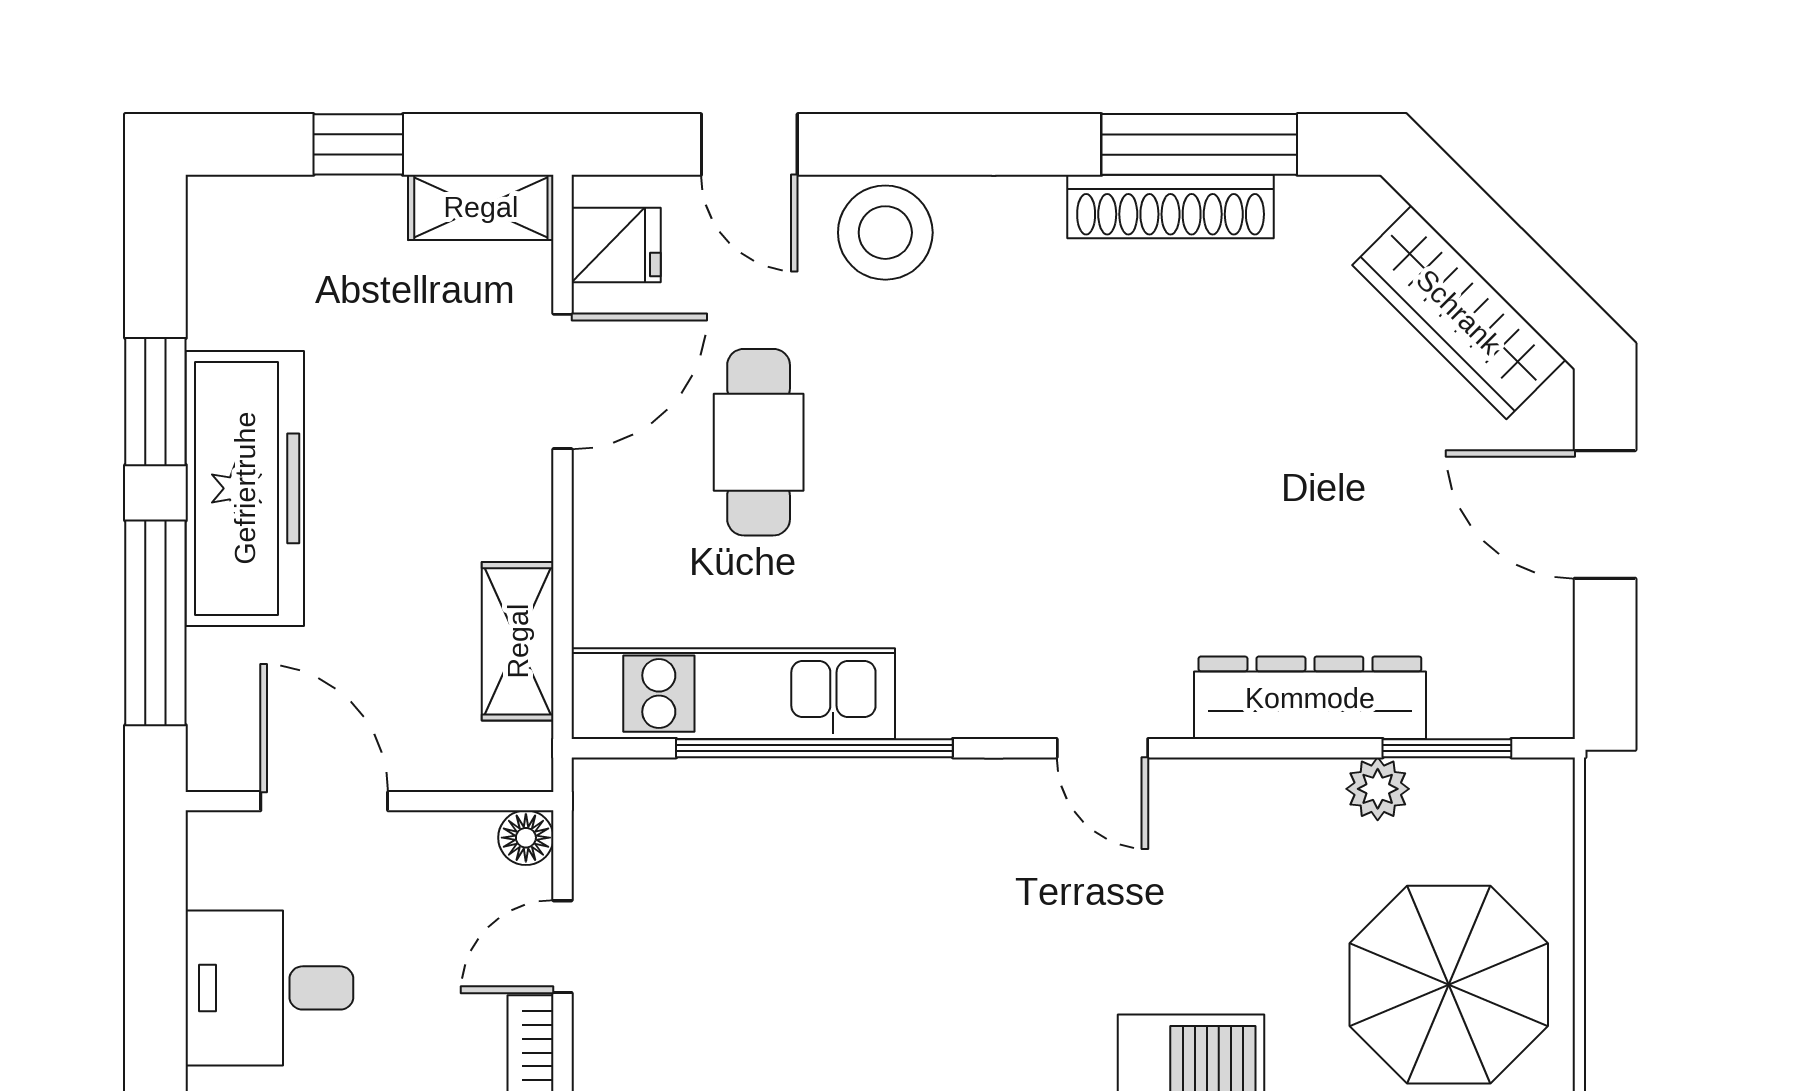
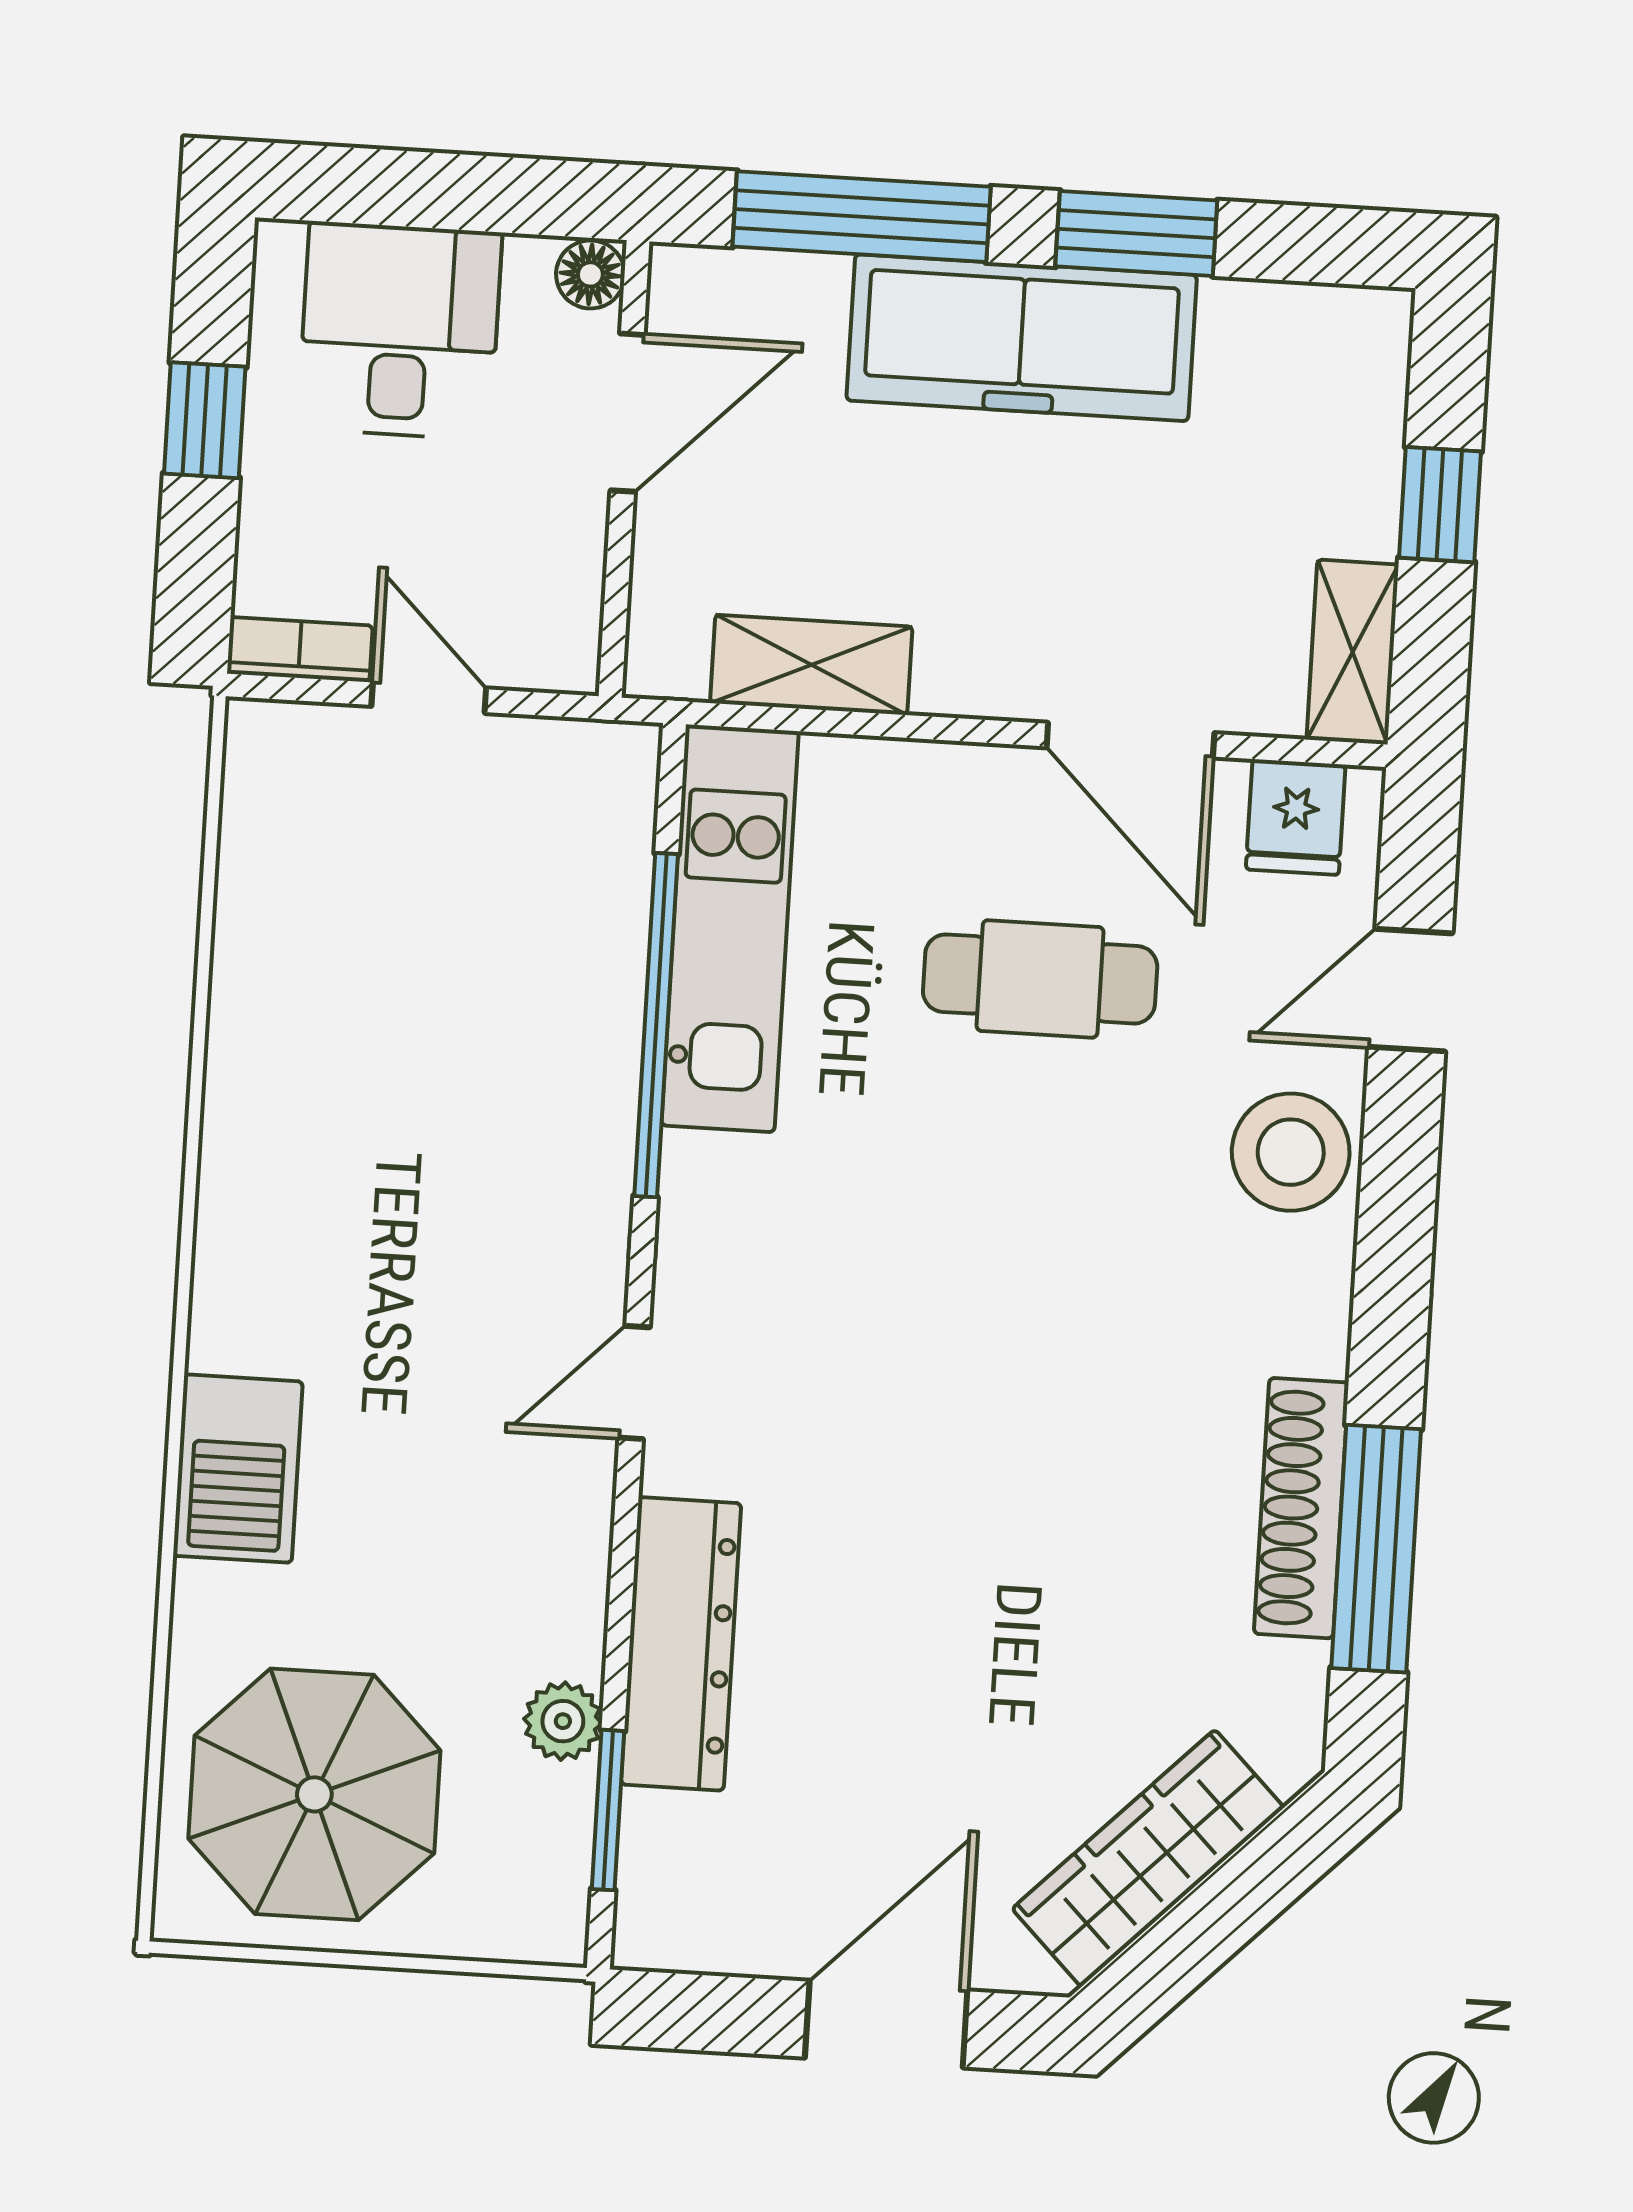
floor lamp: (526, 838) -> (590, 274), moved

